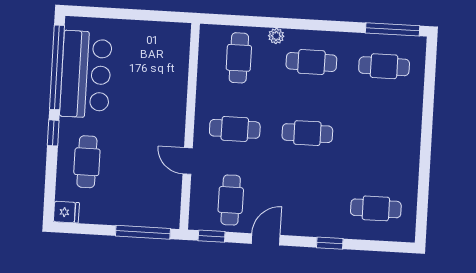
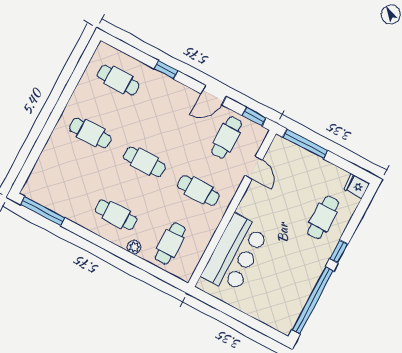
cafe table: (384, 66) -> (90, 133), moved
bar counter: (86, 74) -> (235, 254), moved, turned 180
door: (188, 161) -> (254, 168), moved

